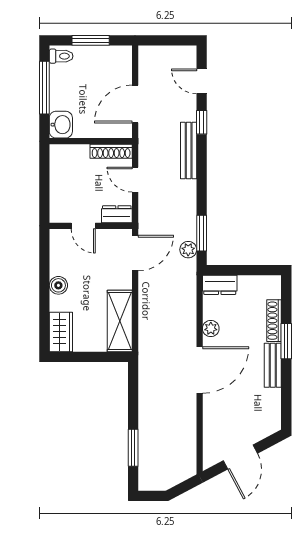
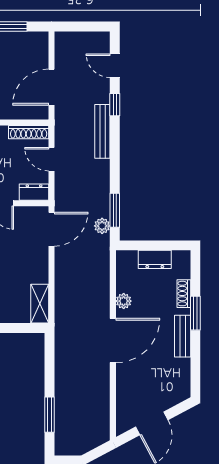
dresser: (220, 285) -> (155, 259), moved
shelving: (120, 321) -> (40, 304), width x0.67, depth x0.75
shoe rack: (274, 321) -> (184, 294), width x0.70

